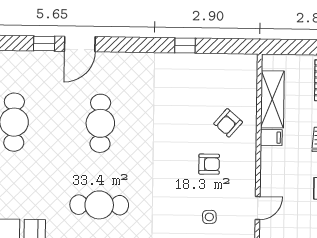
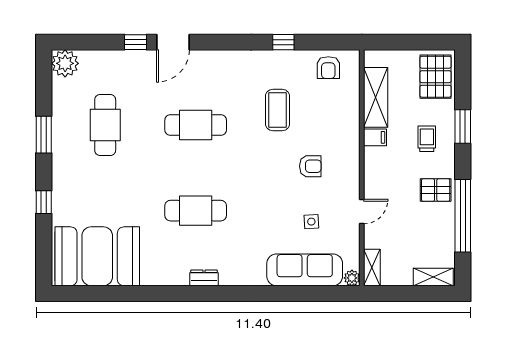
coffee table: (179, 110) -> (278, 110), added
cafe table: (100, 123) -> (196, 125), turned 90
armchair: (228, 123) -> (328, 68), moved, turned -41

